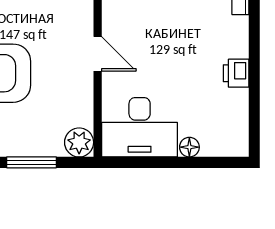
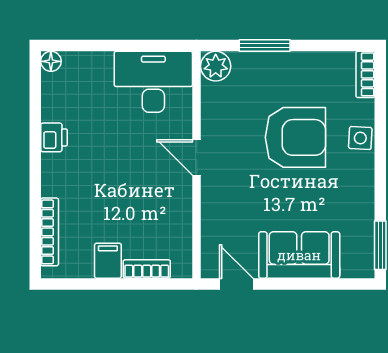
floor lamp: (189, 147) -> (51, 61), moved

